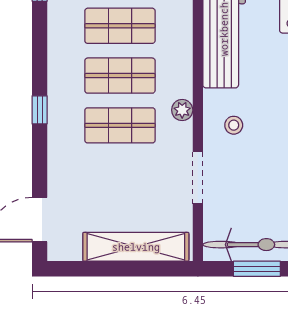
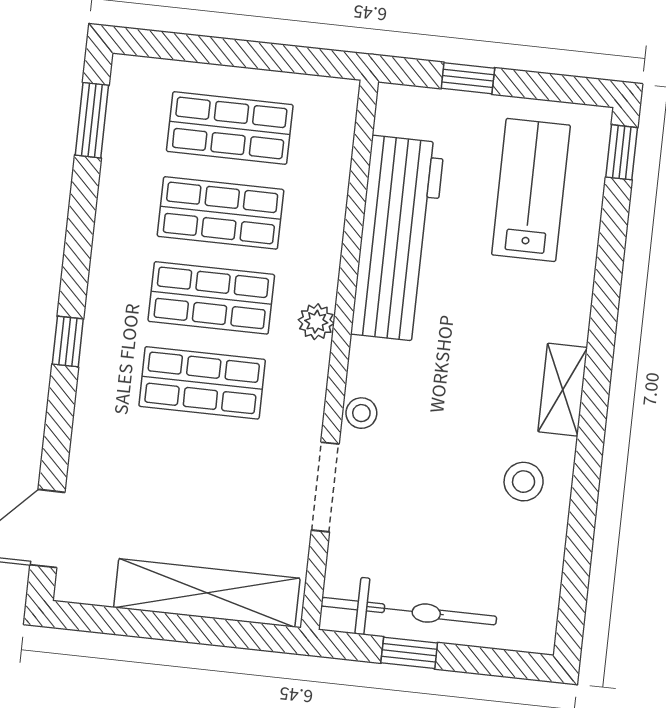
plant: (182, 110) -> (316, 322), moved
stool: (234, 125) -> (361, 413), moved
window: (257, 269) -> (409, 653), width x0.67

